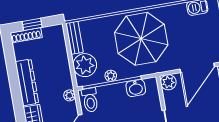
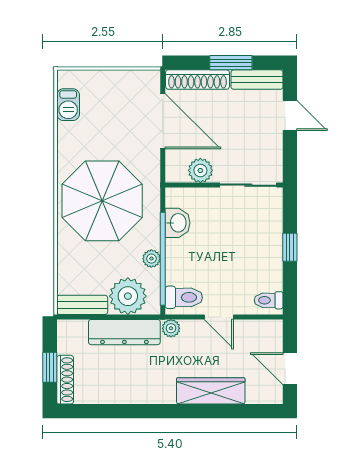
dresser: (27, 82) -> (124, 332), moved, turned 180
plant: (168, 82) -> (200, 170), moved

